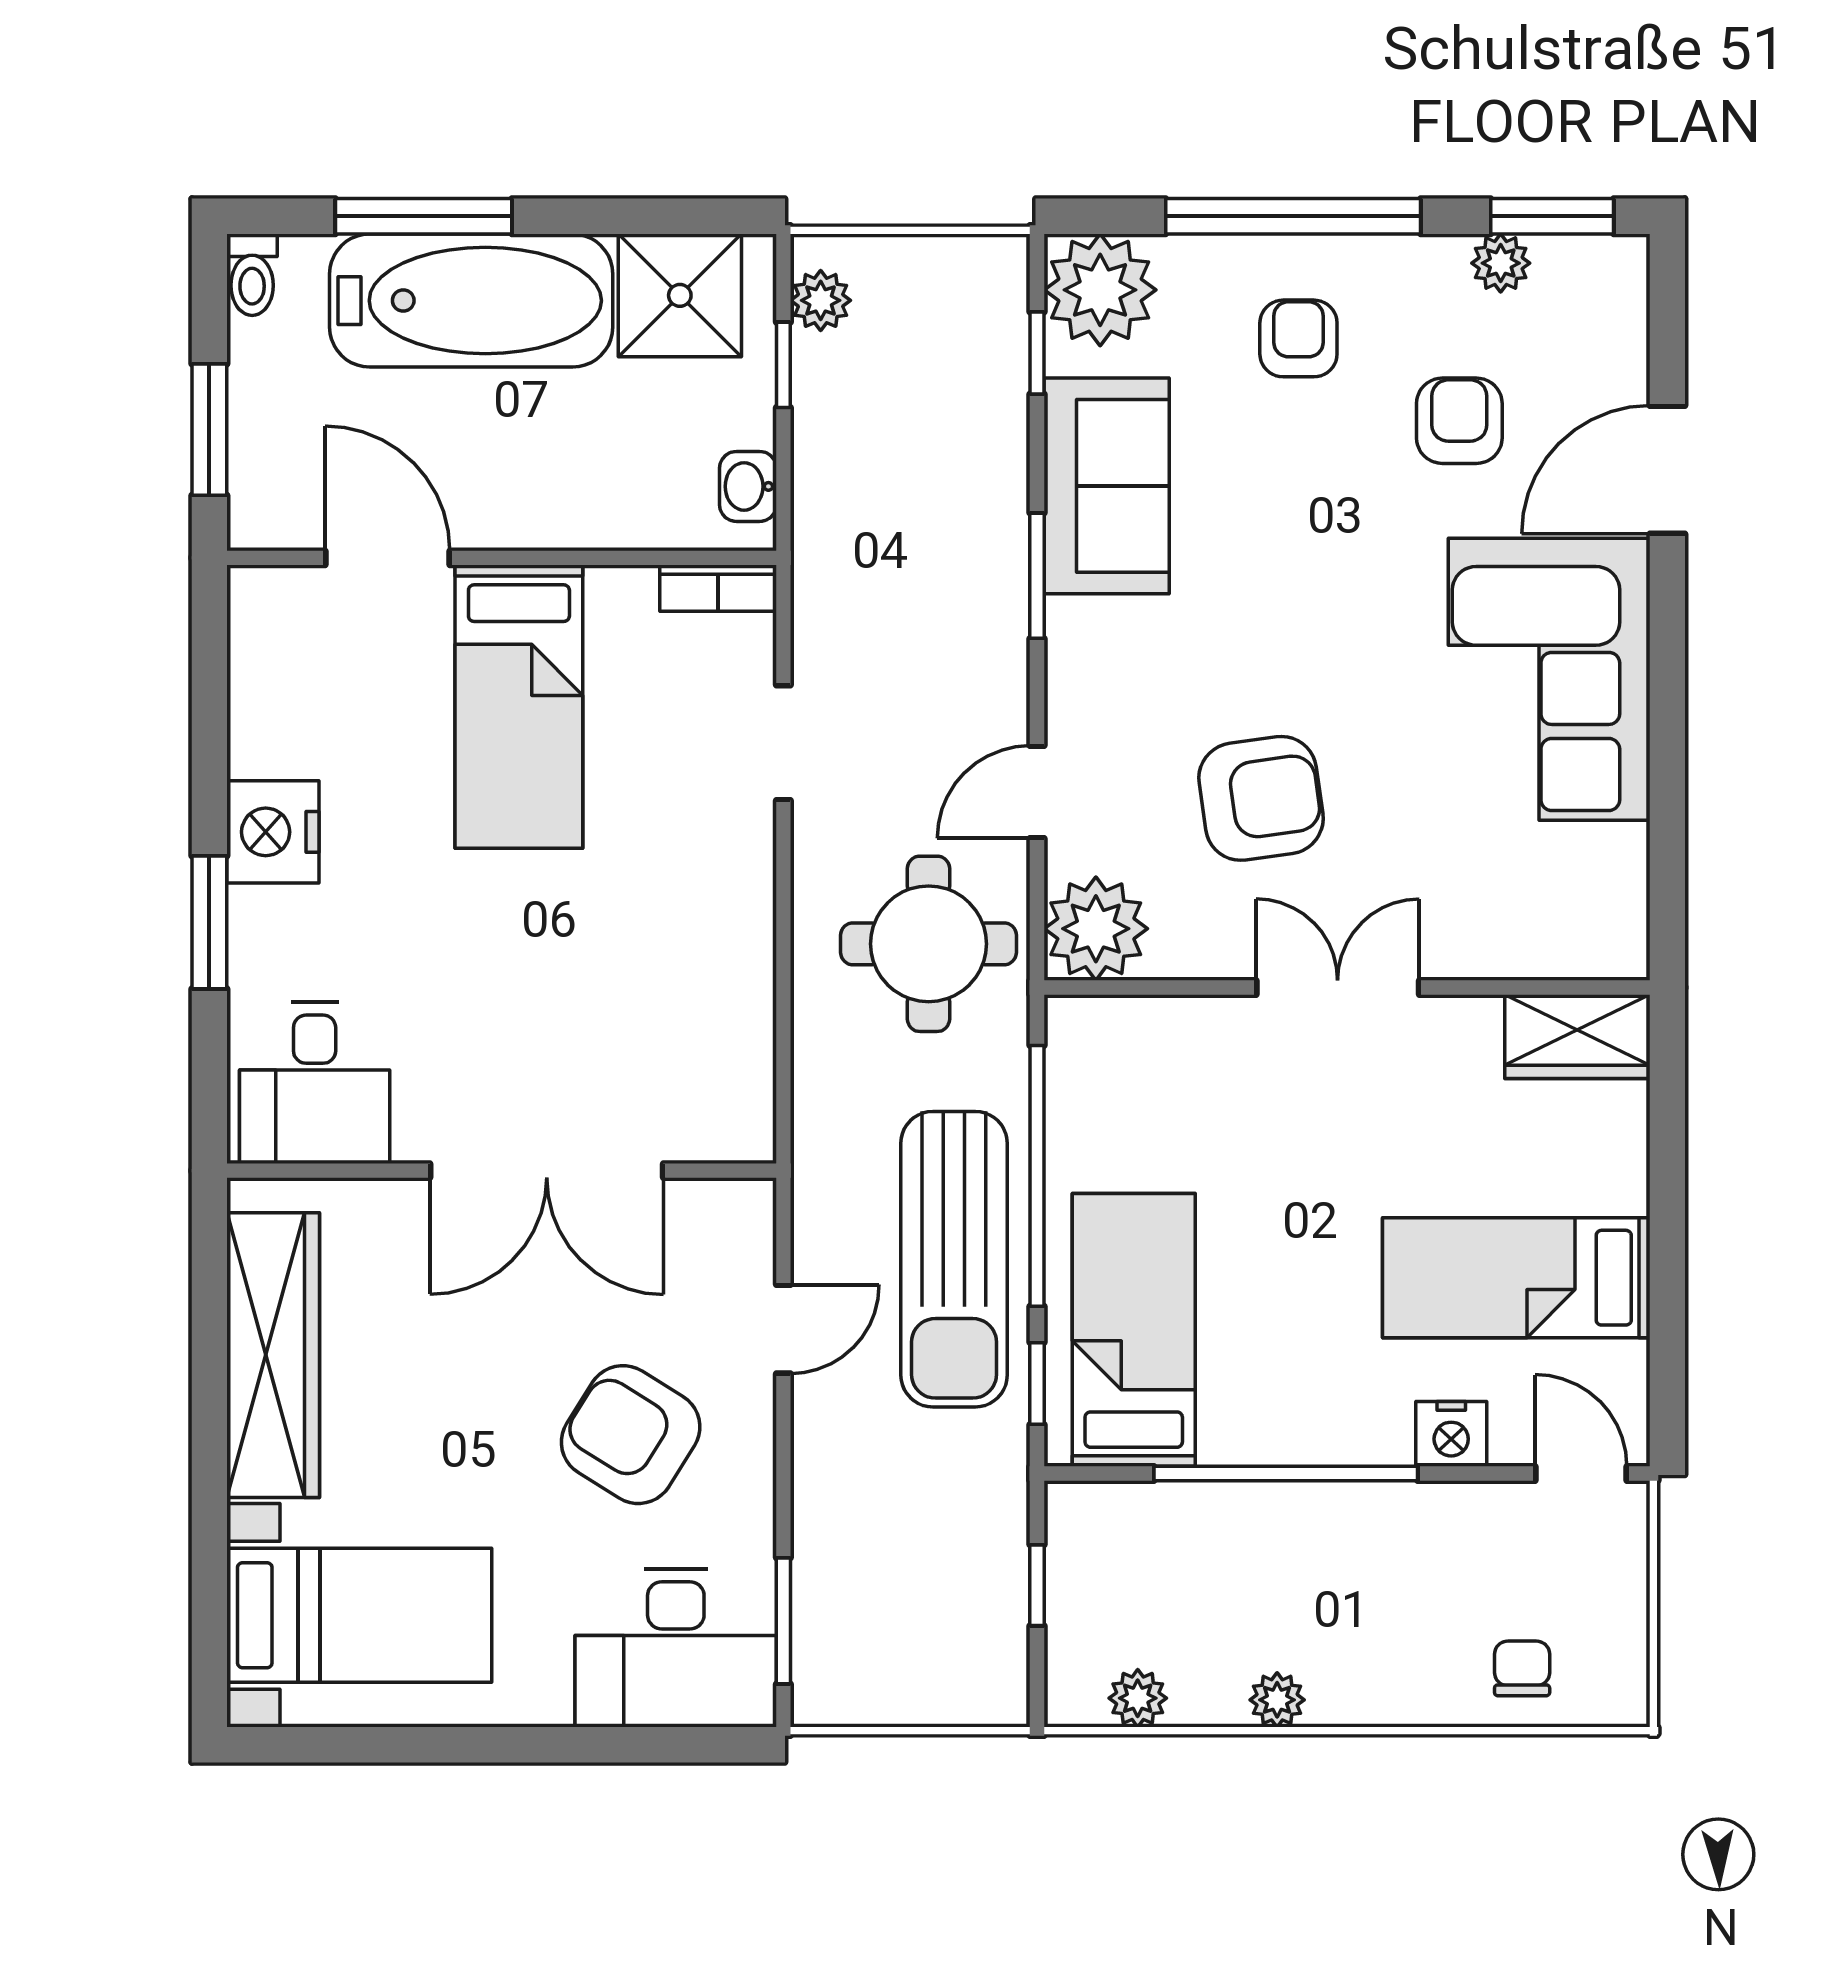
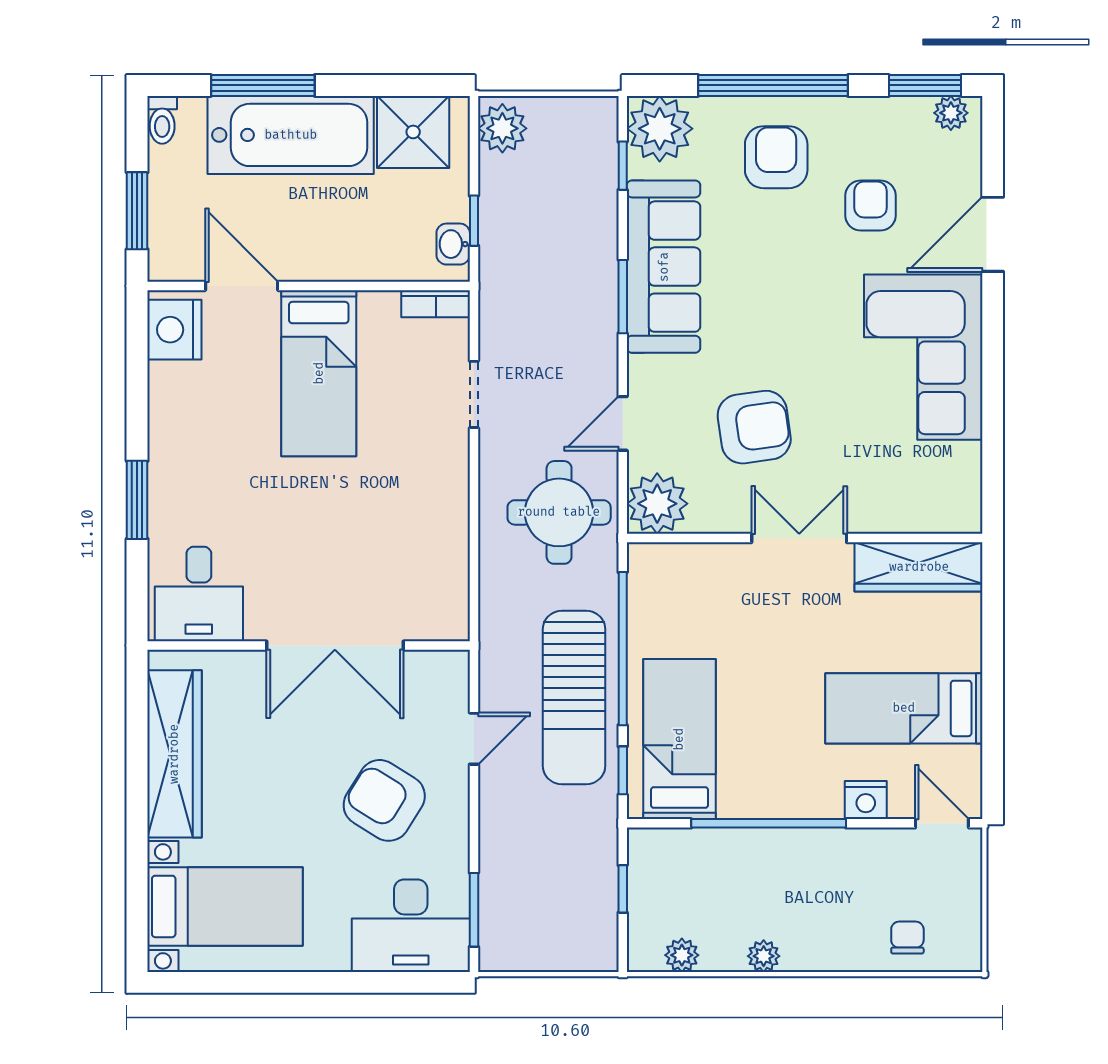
plant: (1501, 263) -> (951, 113), moved
plant: (821, 300) -> (502, 128), width x1.38, depth x1.38
armchair: (1298, 338) -> (776, 157), width x1.38, depth x1.38
window: (783, 365) -> (474, 221), moved
sofa: (1107, 486) -> (664, 267), width x1.36
nightstand: (273, 832) -> (174, 330), moved
wardrobe: (1577, 1037) -> (919, 567), width x1.50

